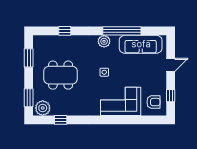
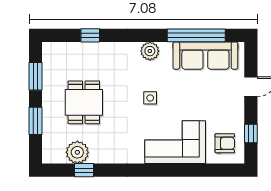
window: (122, 31) -> (196, 35), moved
dining table: (61, 75) -> (84, 102), width x0.73
window: (29, 98) -> (35, 121), moved
plant: (43, 108) -> (77, 152), moved

